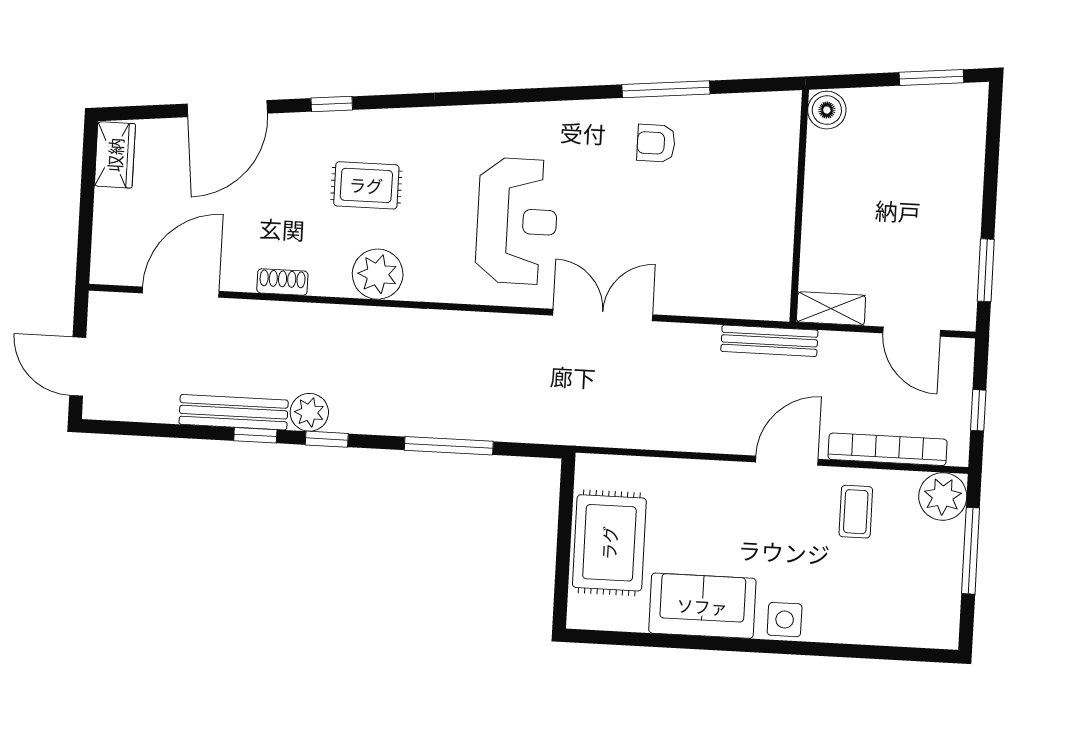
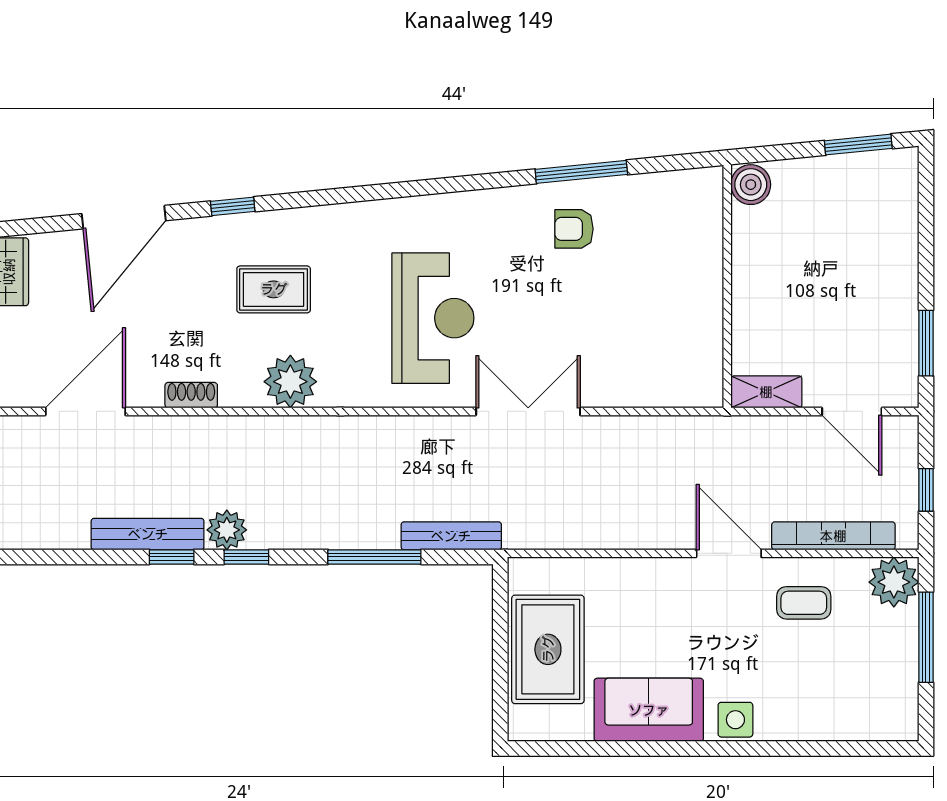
bench: (769, 341) -> (451, 536), moved
door: (787, 461) -> (729, 553), hinge flipped
coffee table: (856, 512) -> (804, 603), turned 90

